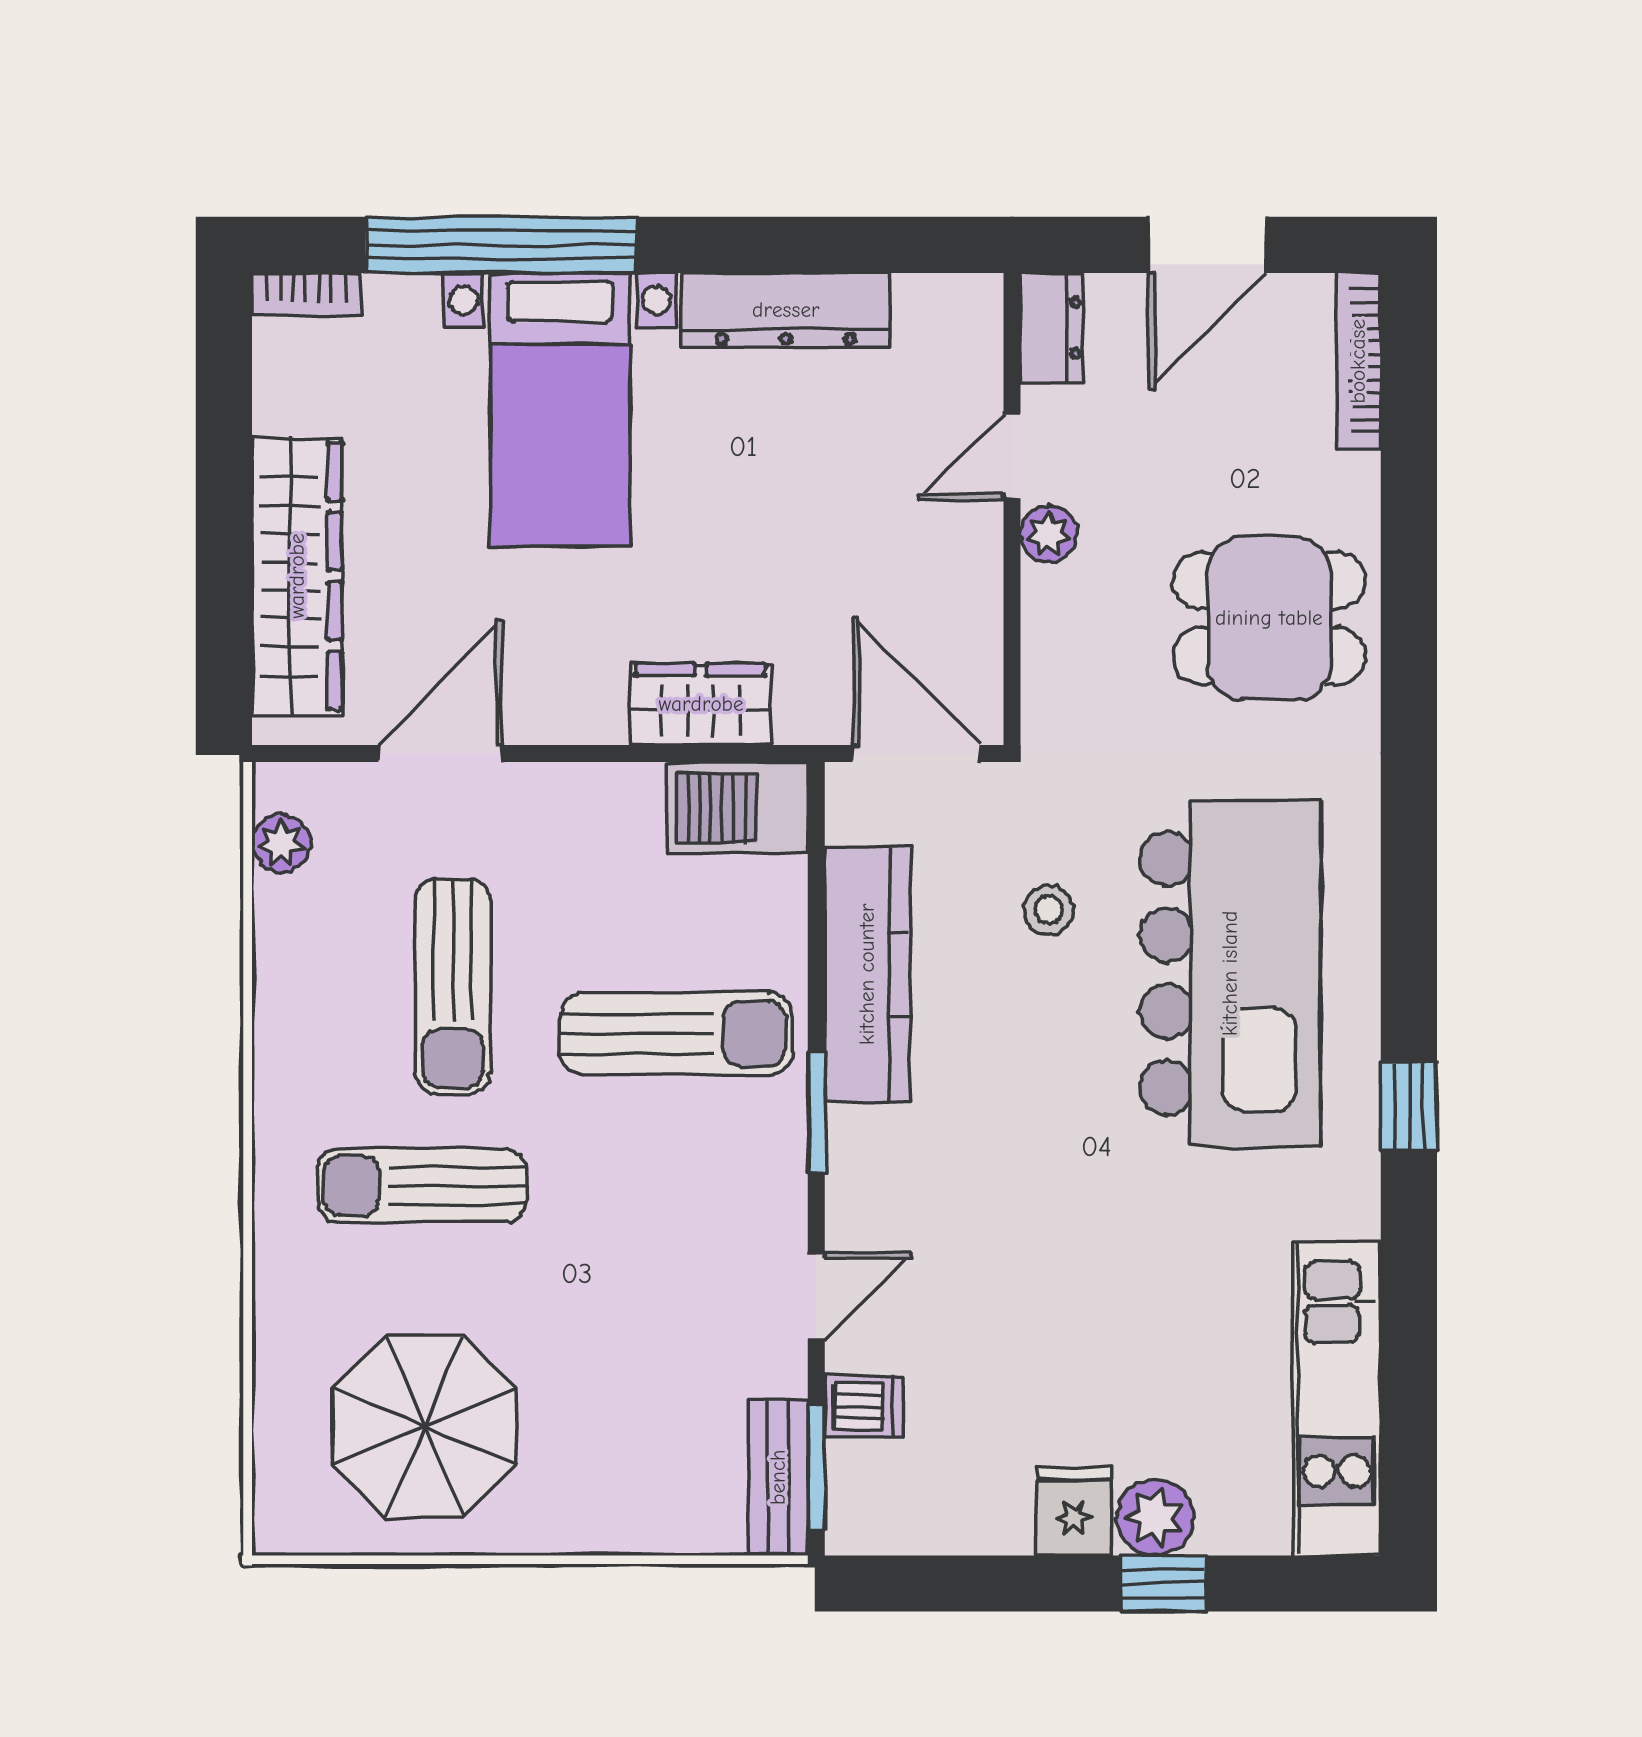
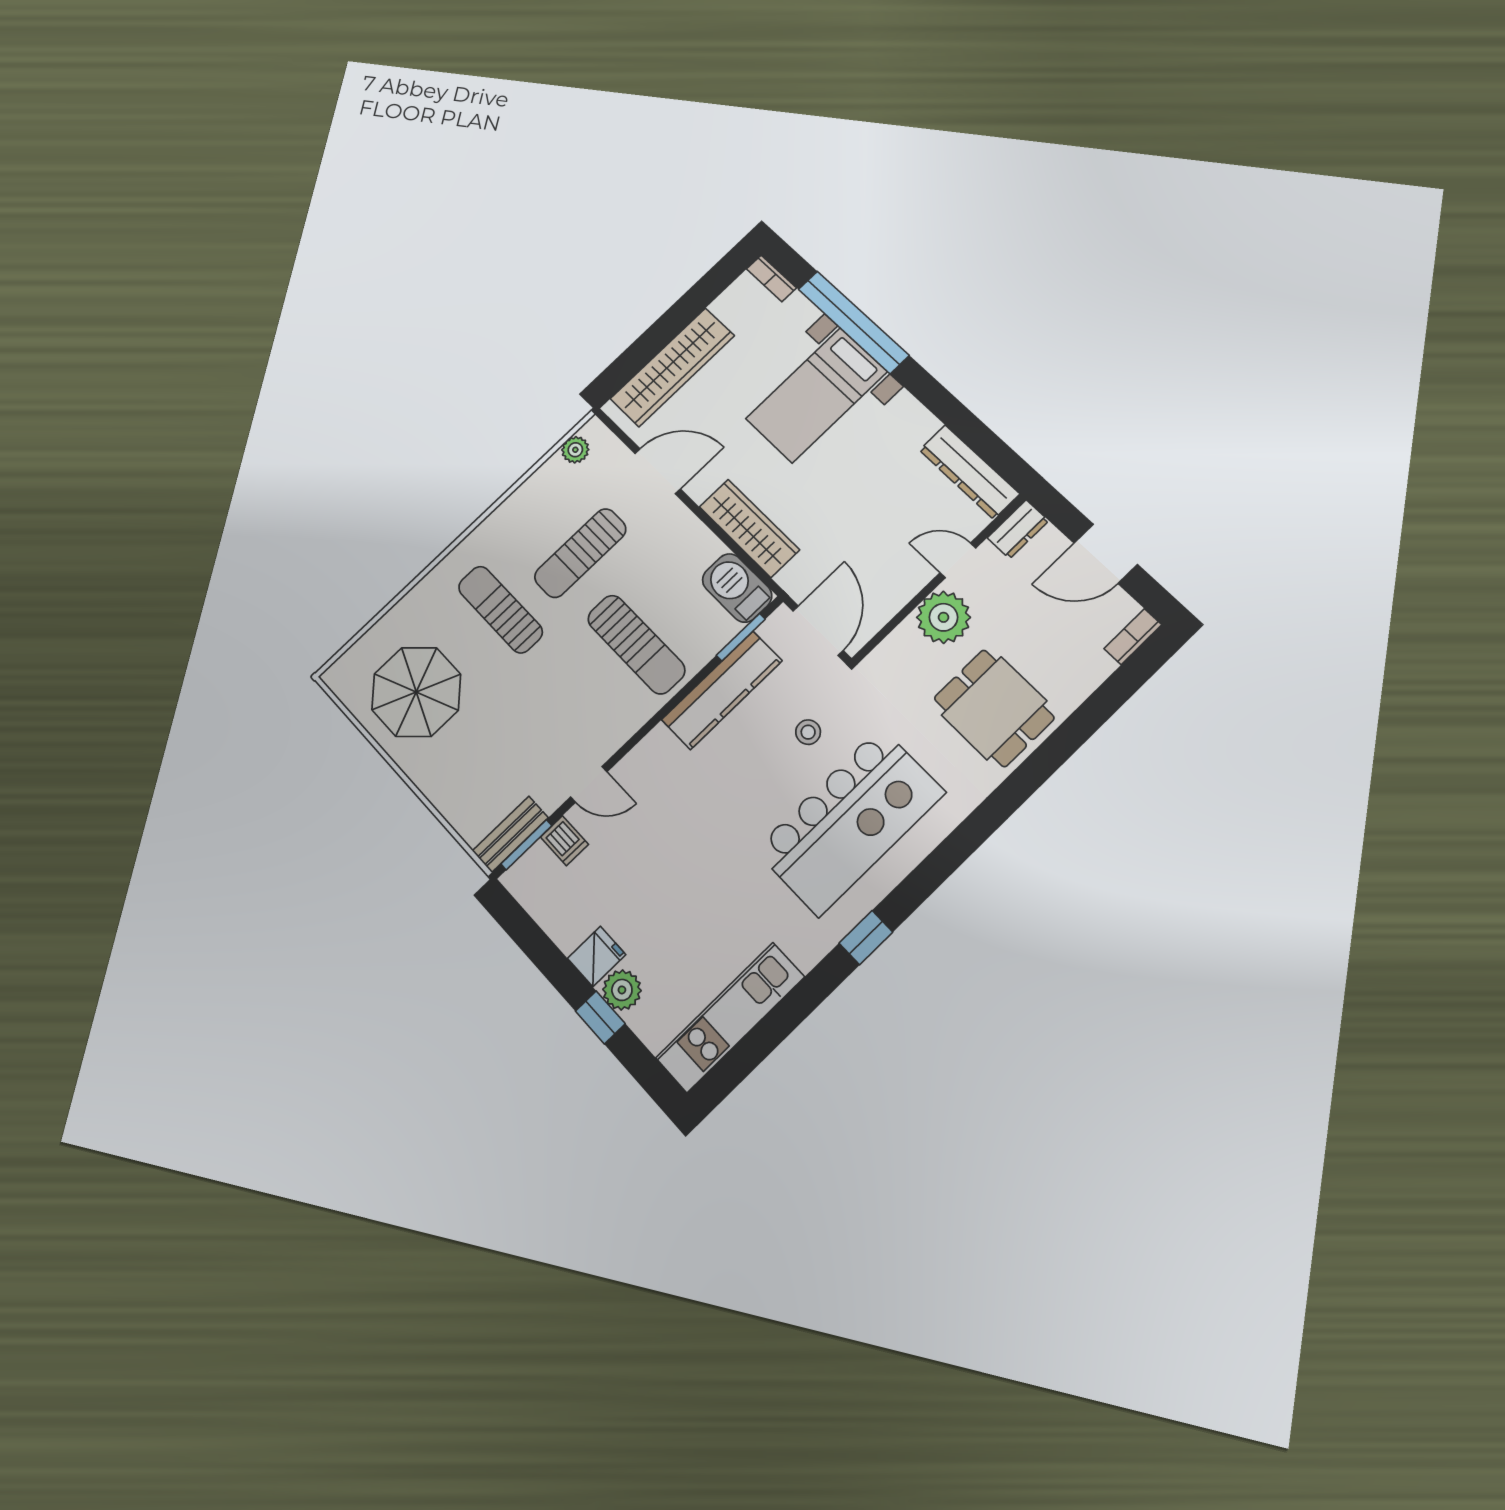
dresser: (786, 310) -> (969, 472), moved
bookcase: (1358, 361) -> (1133, 637), width x0.64
plant: (1049, 534) -> (943, 617), width x1.87, depth x1.87
wardrobe: (701, 704) -> (749, 528), width x1.50
window: (816, 1113) -> (741, 637), moved

